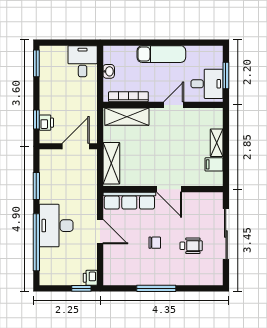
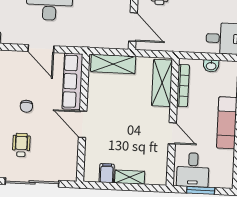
door: (169, 189) -> (83, 124), hinge flipped
door: (100, 232) -> (41, 49), hinge flipped
wheelchair: (191, 246) -> (21, 145), turned 180

